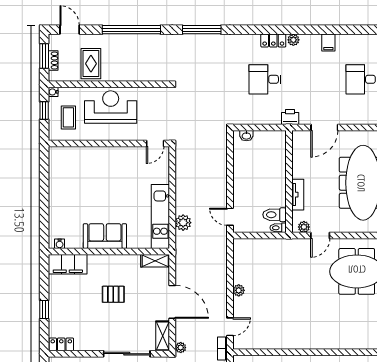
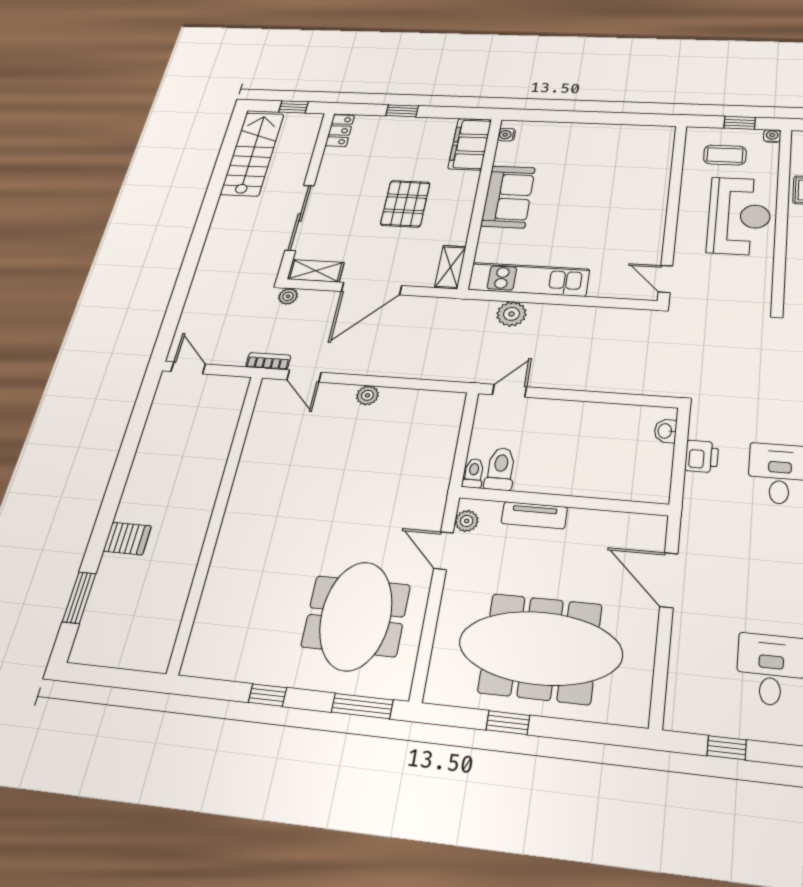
printer: (290, 117) -> (702, 456), moved
pallet: (113, 294) -> (405, 204), width x1.50, depth x1.42

